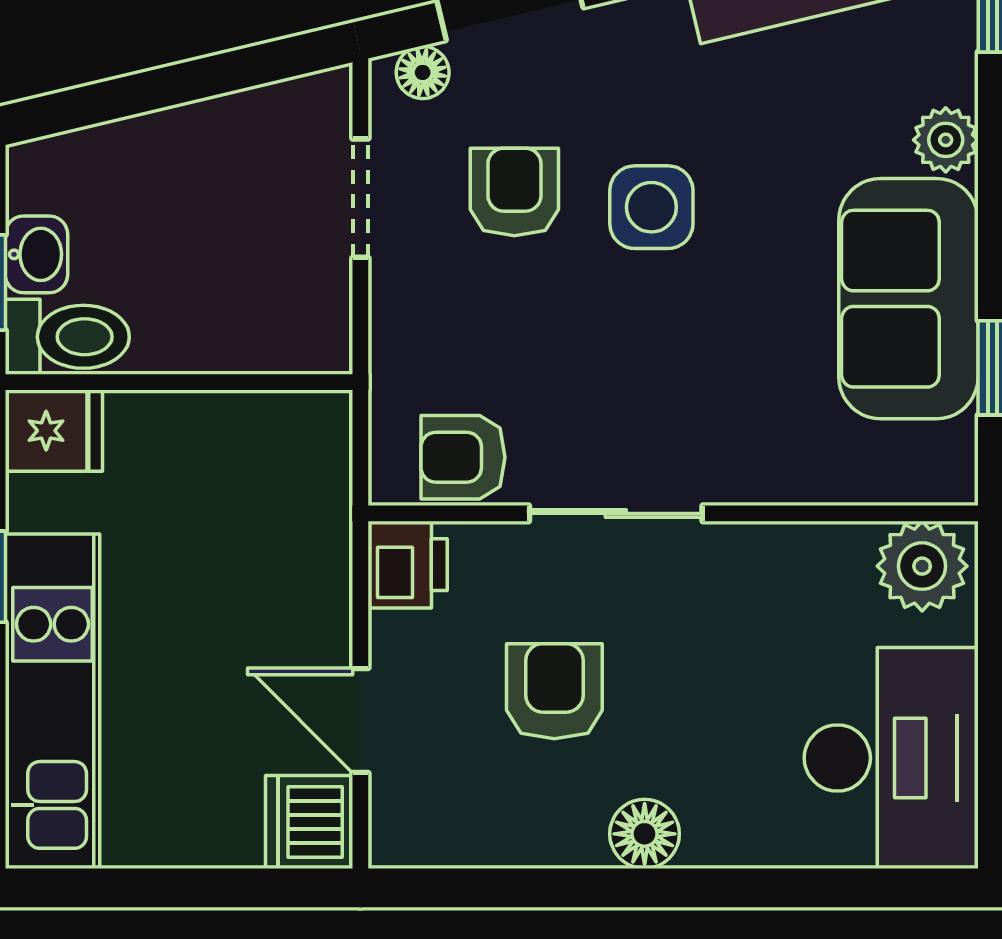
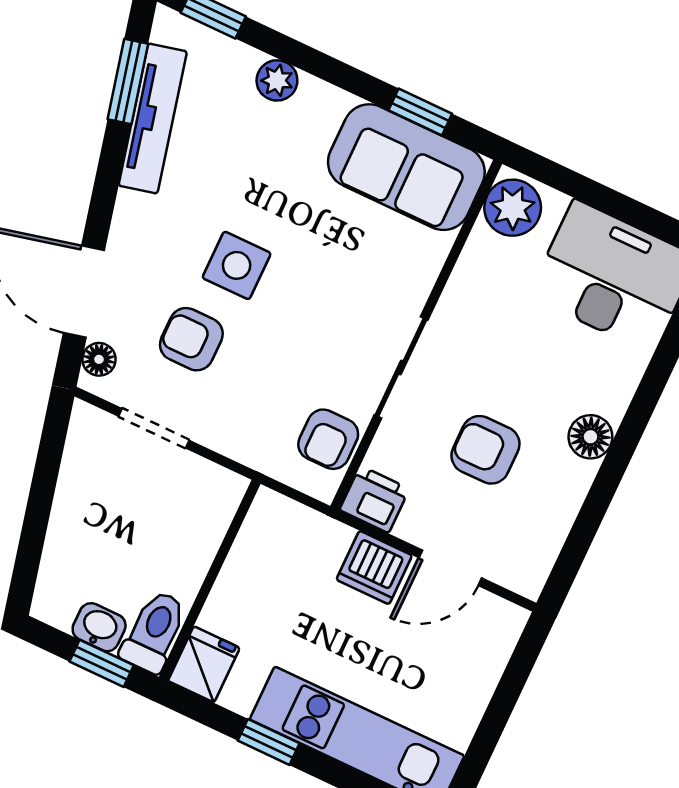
sofa: (908, 299) -> (406, 167), moved
dishwasher: (309, 822) -> (374, 568), moved

